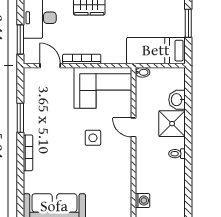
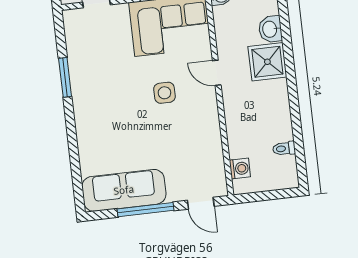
bookcase: (28, 153) -> (81, 123), removed
toilet: (177, 154) -> (284, 149), moved

